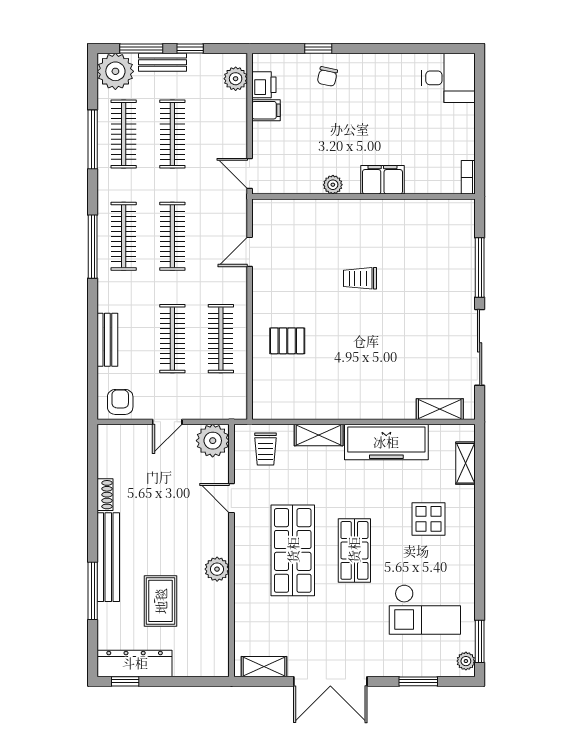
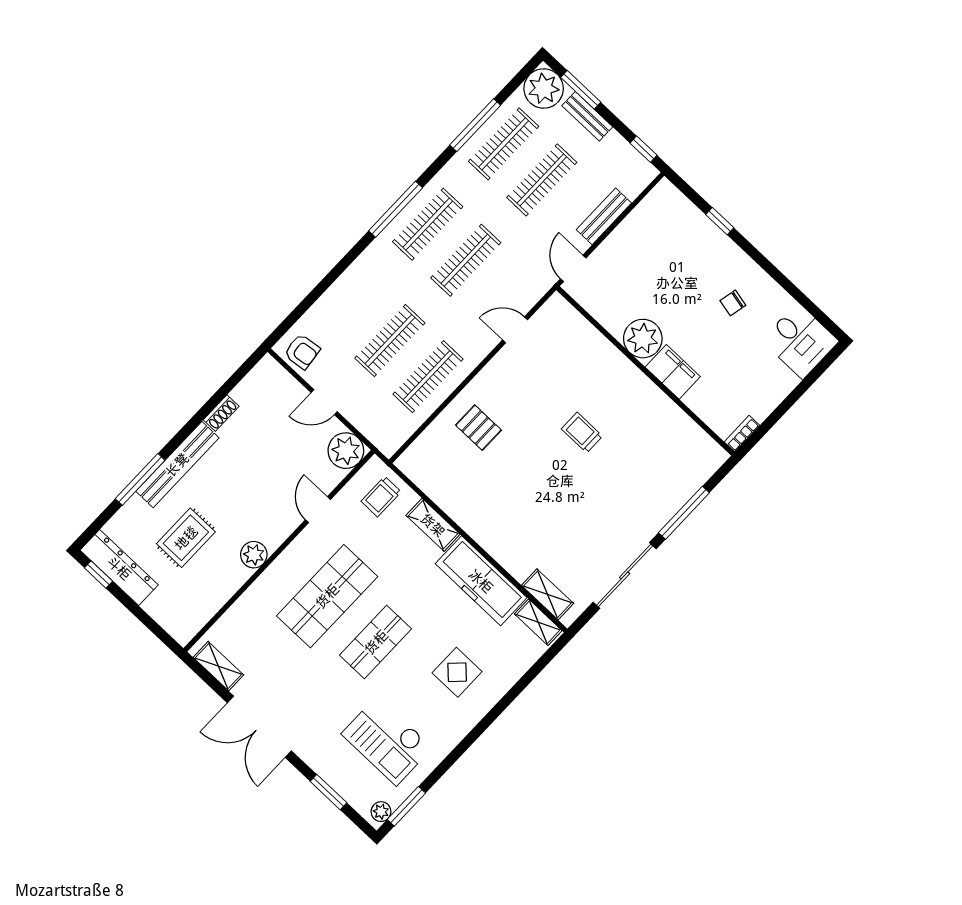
window: (190, 49) -> (644, 149), moved
chair: (327, 76) -> (733, 303), moved
plant: (236, 79) -> (632, 183), removed
printer: (264, 85) -> (650, 209), removed
filing cabinet: (266, 110) -> (633, 231), removed
plant: (333, 185) -> (643, 339), width x1.87, depth x1.87
bench: (107, 340) -> (604, 216), moved
armchair: (120, 402) -> (302, 352), turned 83
shelving: (465, 463) -> (538, 622), moved, turned 90

